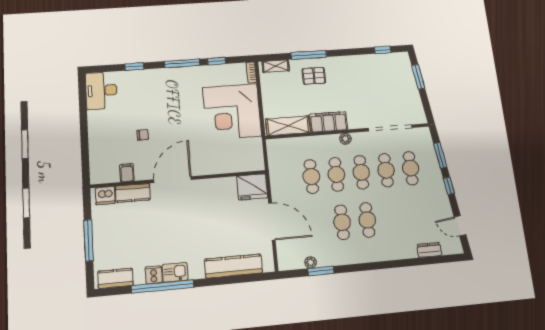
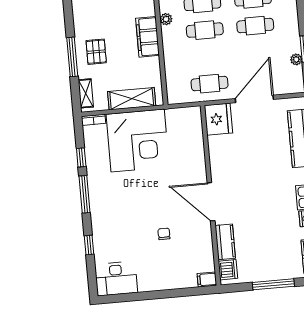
shelving: (288, 126) -> (132, 99), moved, turned 90
filing cabinet: (127, 173) -> (207, 280), moved
cafe table: (311, 176) -> (210, 84), moved

